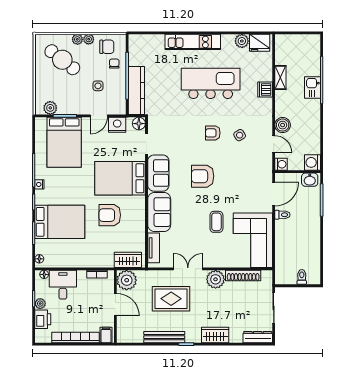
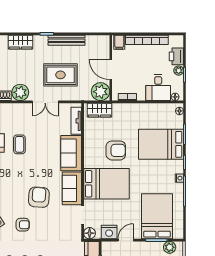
armchair: (203, 176) -> (39, 197), moved, turned -86

